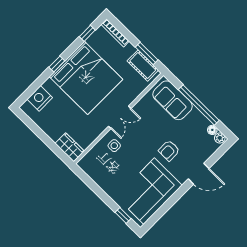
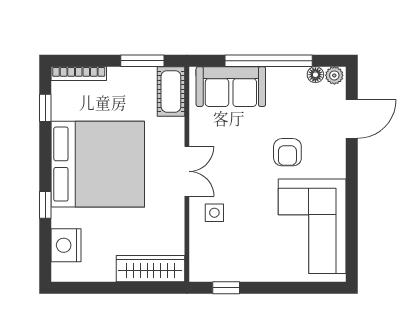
window: (57, 64) -> (45, 205), moved
cot: (143, 66) -> (171, 91), moved, turned 90
wardrobe: (70, 147) -> (150, 269), width x1.50
door: (199, 174) -> (352, 119), moved
window: (123, 215) -> (226, 288), moved

